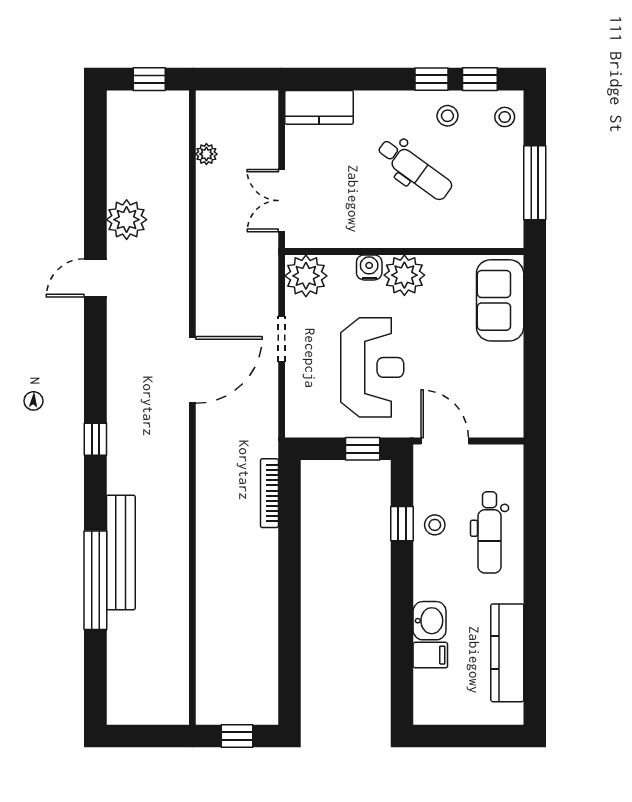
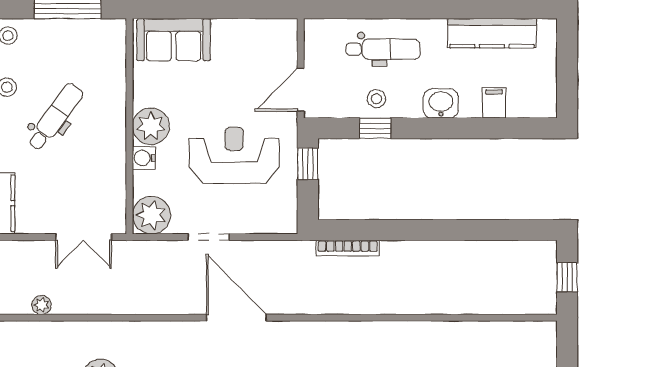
washbasin: (430, 621) -> (441, 103), moved

